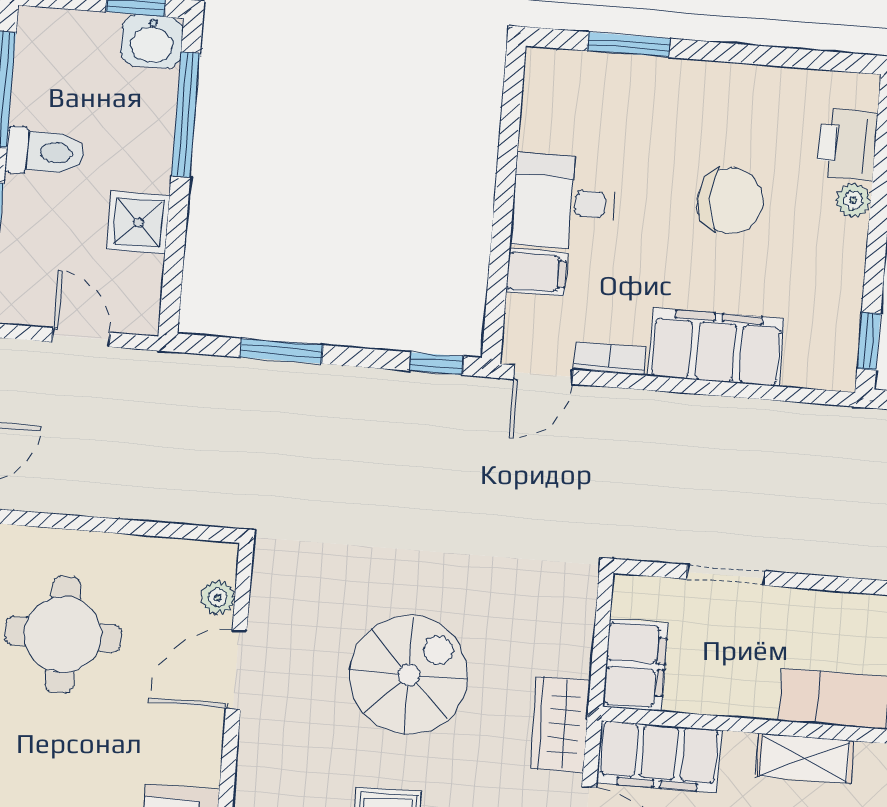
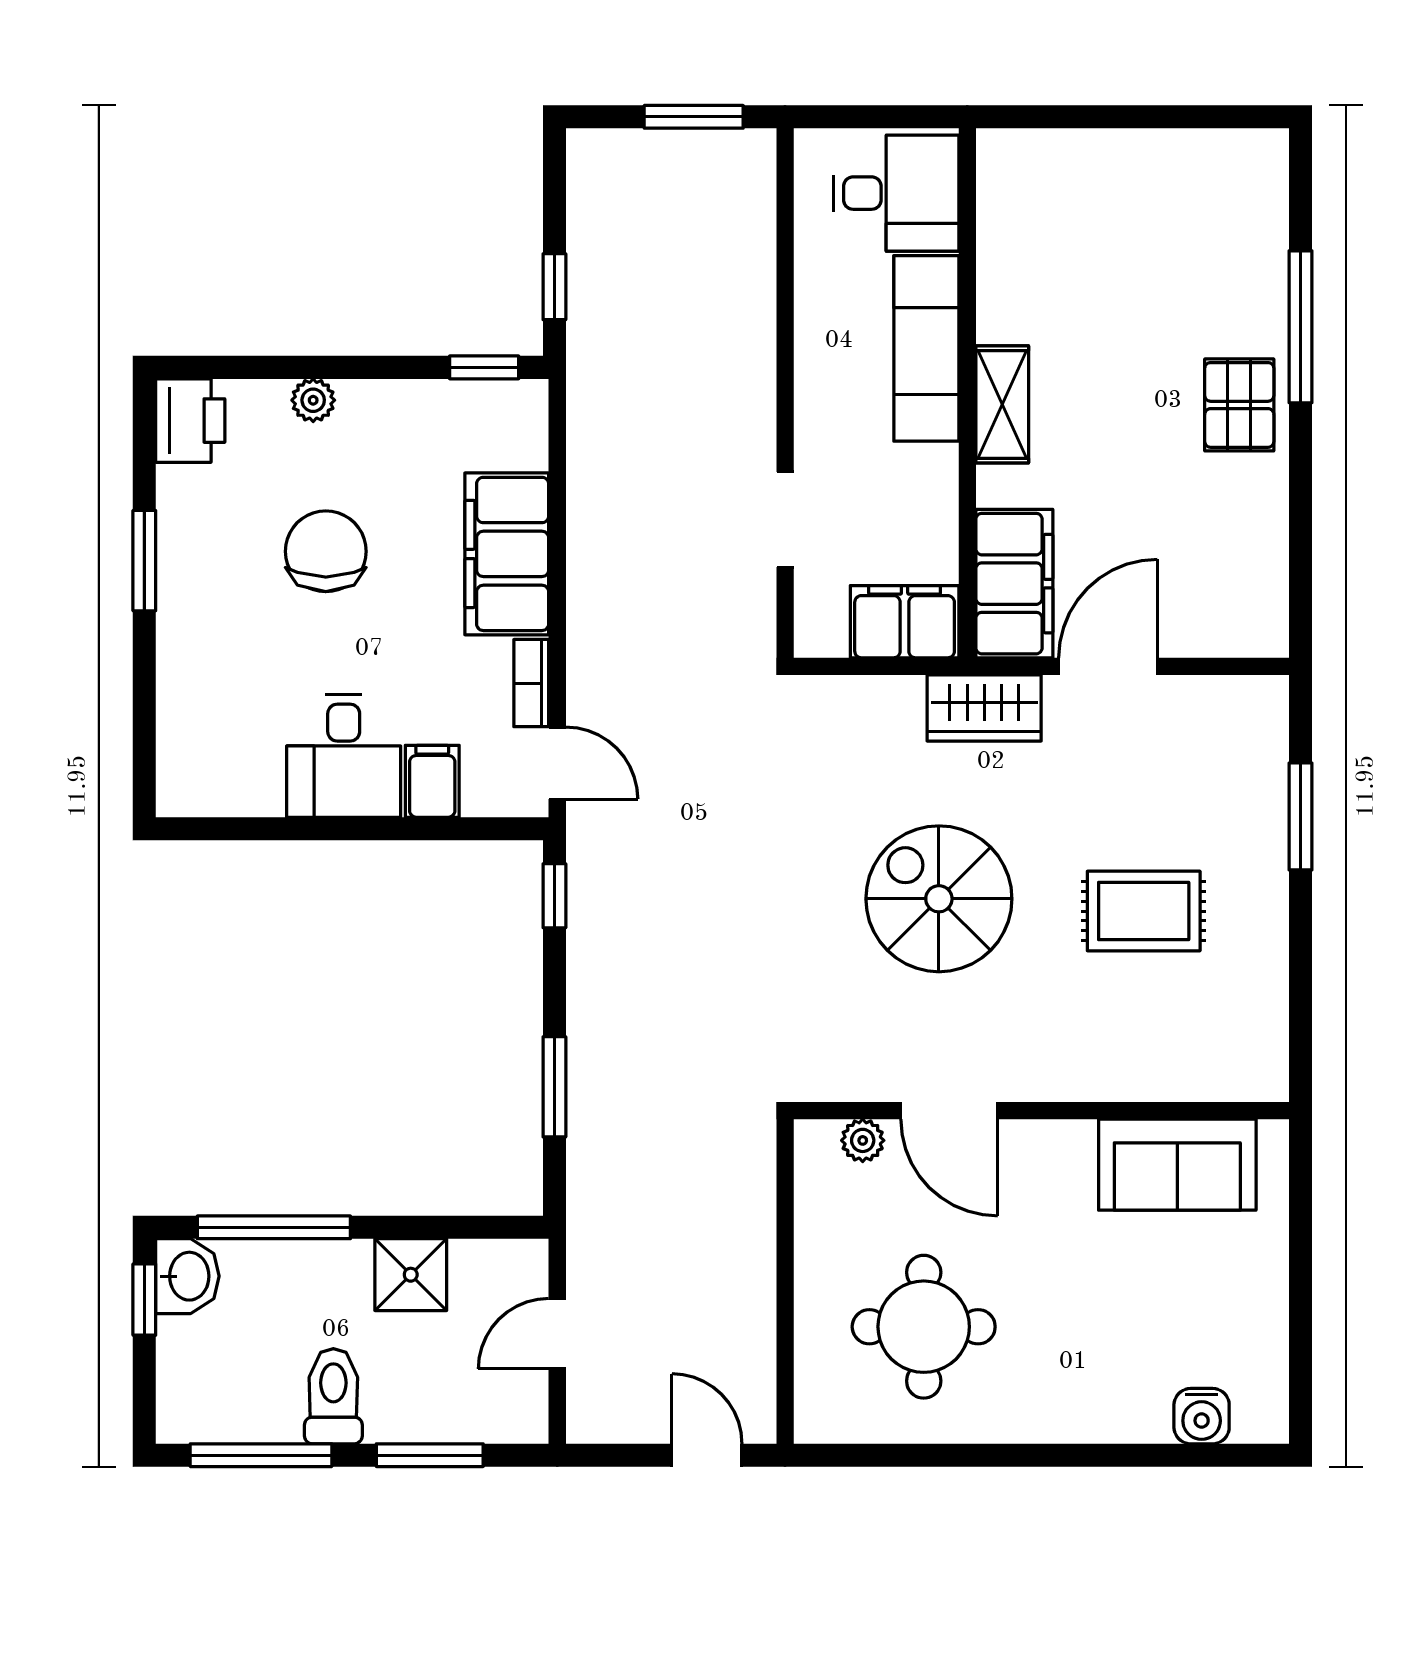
window: (629, 45) -> (144, 561), moved
printer: (847, 145) -> (190, 421), moved, turned -90

